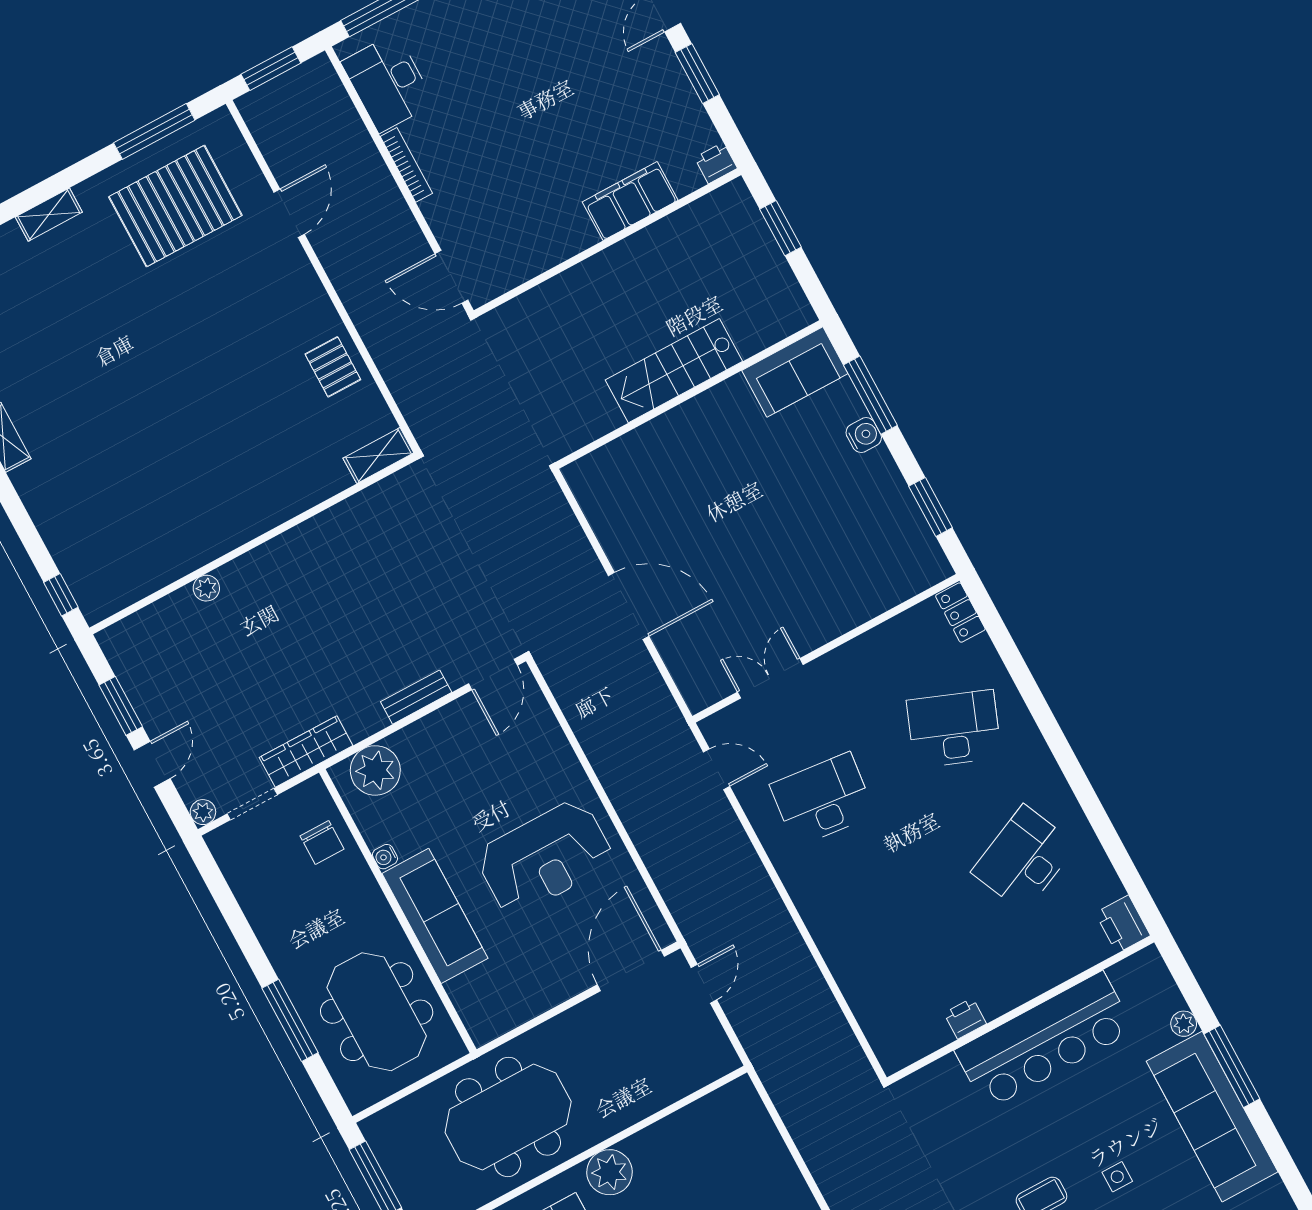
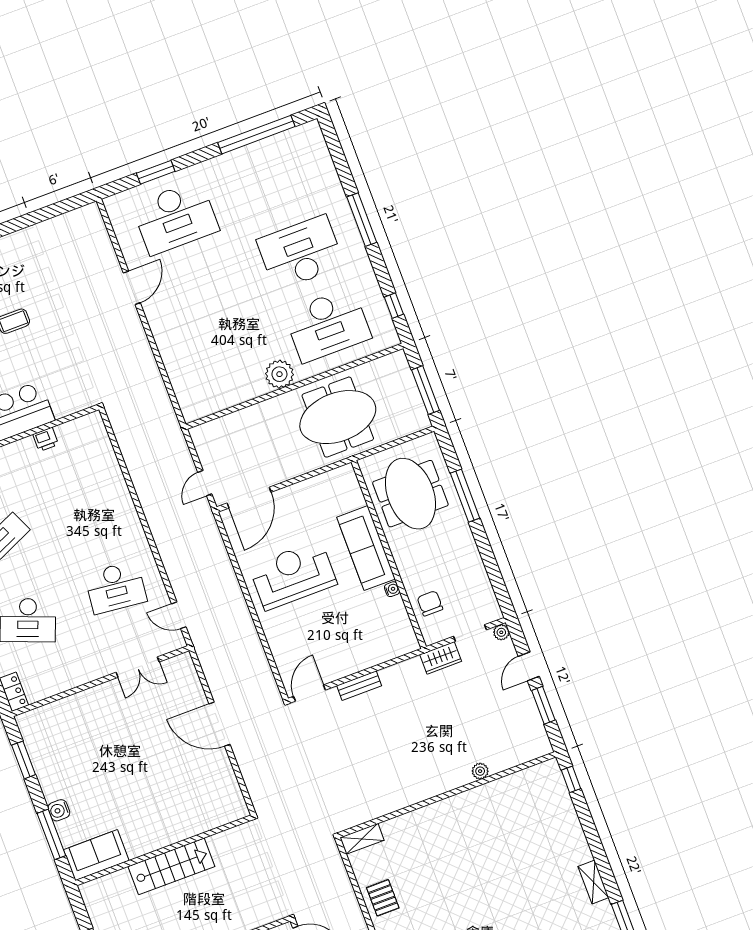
wardrobe: (306, 752) -> (441, 658), width x0.67
plant: (375, 770) -> (391, 644), removed

